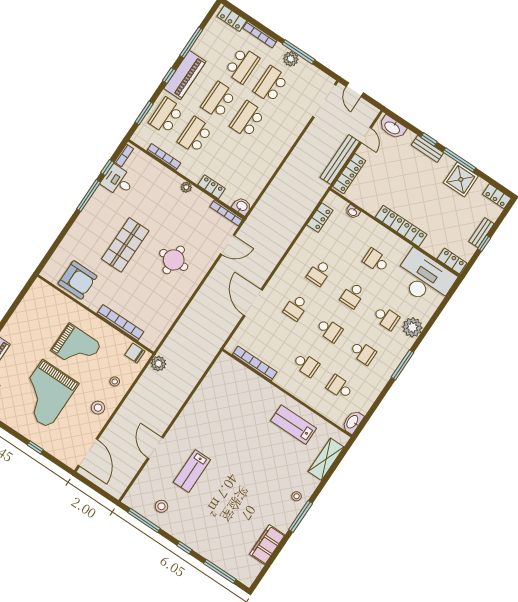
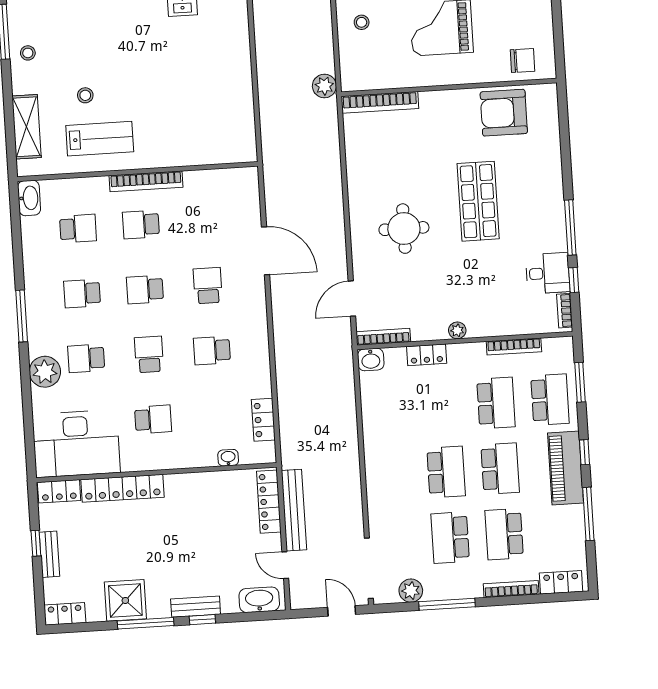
plant: (291, 59) -> (411, 591), moved
school desk: (271, 85) -> (450, 538), turned 180
locker: (401, 226) -> (122, 488), moved
school desk: (319, 273) -> (212, 350), turned -90
bookcase: (120, 323) -> (380, 102), moved
chair: (135, 353) -> (523, 60), moved
bookcase: (255, 363) -> (146, 181), moved
stool: (284, 452) -> (85, 95), added

